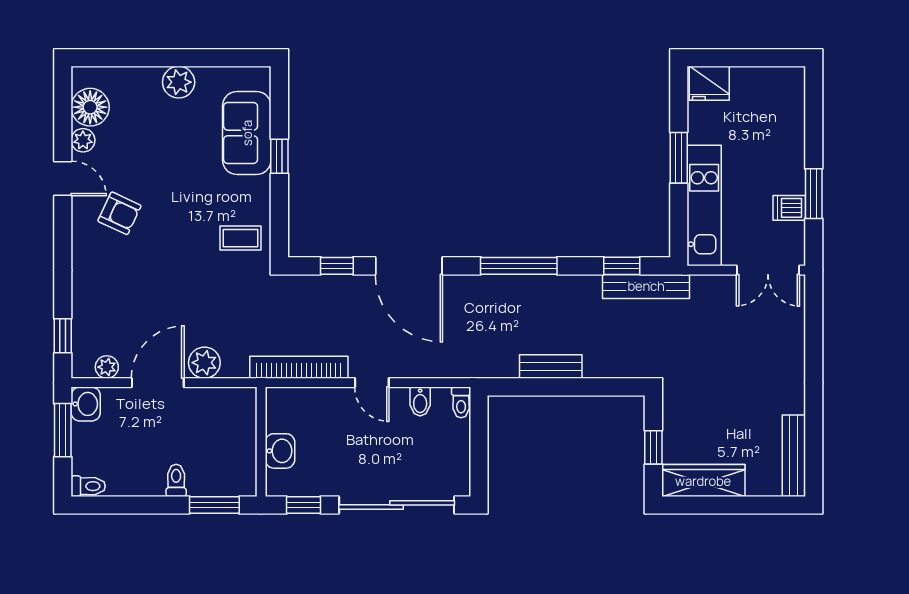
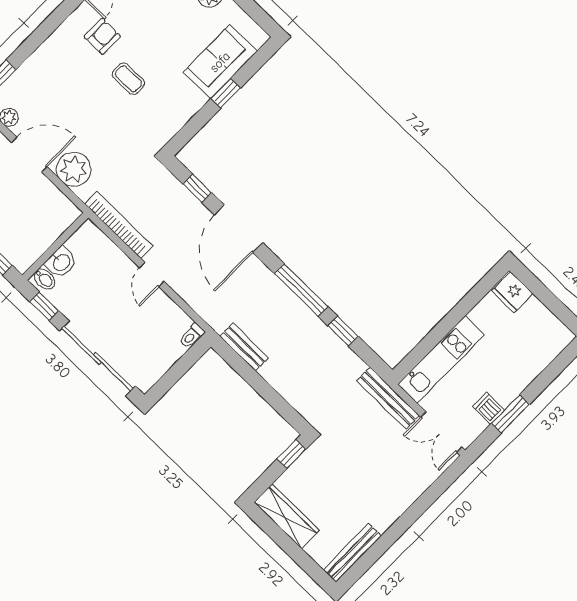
window: (679, 158) -> (453, 318), removed
armchair: (119, 213) -> (102, 36), turned -115
coffee table: (241, 238) -> (128, 79), moved
window: (622, 266) -> (343, 331), moved
bench: (646, 286) -> (388, 398), moved
plant: (204, 363) -> (74, 169), width x1.36, depth x1.36
bench: (551, 367) -> (244, 347), moved
bidet: (420, 401) -> (44, 279), moved, turned -90
window: (653, 447) -> (291, 454), moved

